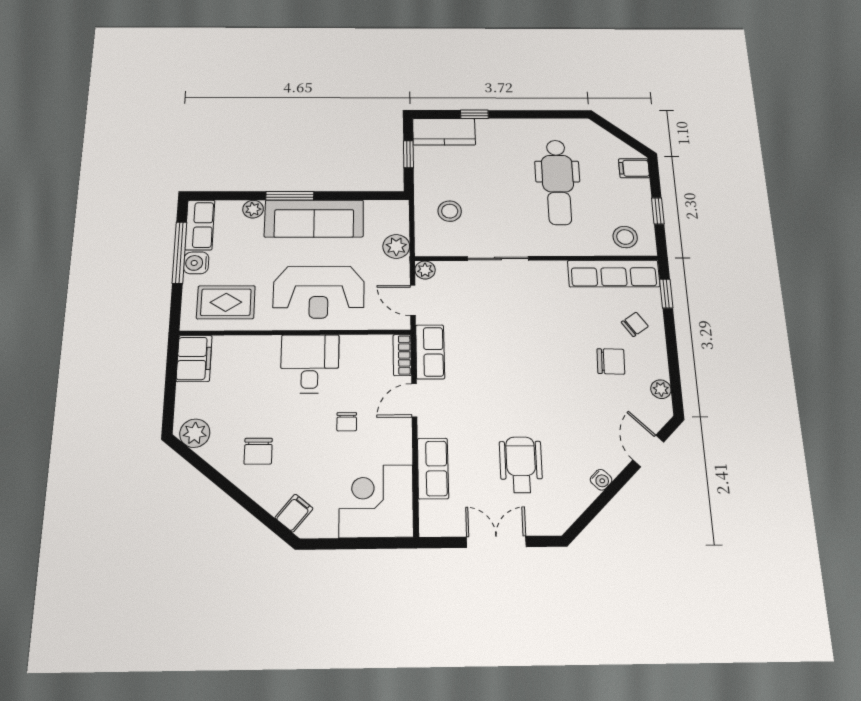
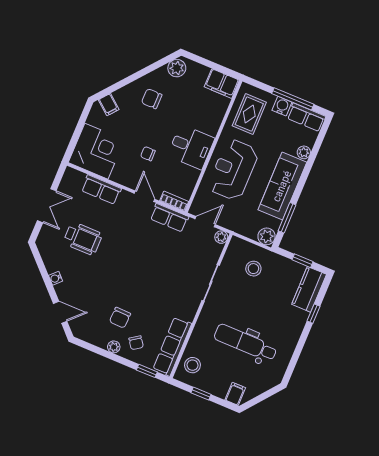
window: (290, 196) -> (287, 218), moved
plant: (396, 246) -> (267, 236), moved
plant: (661, 389) -> (114, 347), moved

